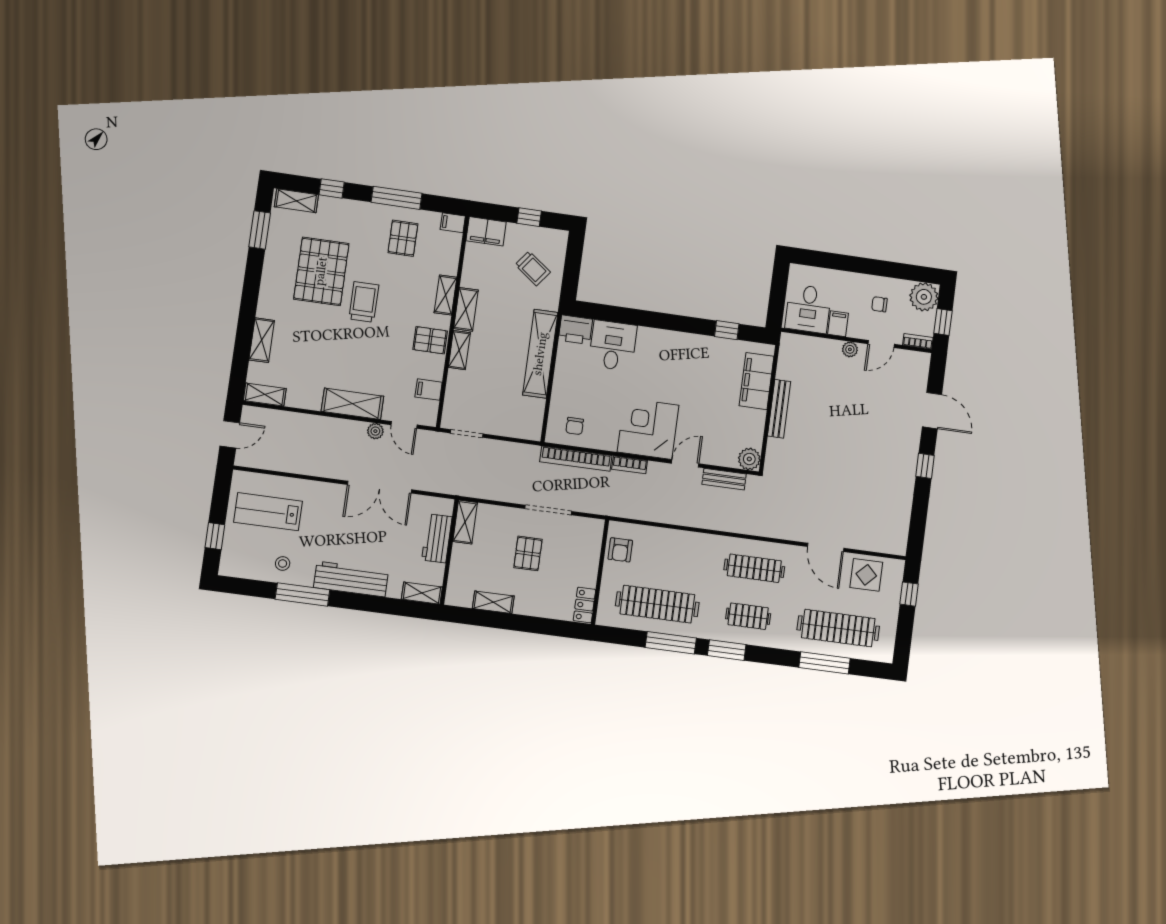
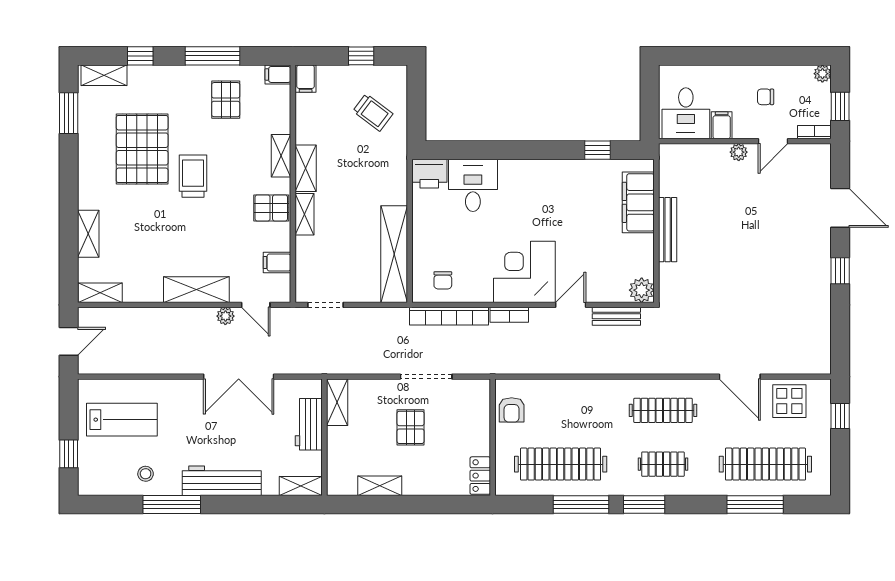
filing cabinet: (486, 231) -> (306, 79), width x0.50
plant: (924, 297) -> (822, 74), width x0.53, depth x0.53
shelving: (540, 354) -> (394, 254), moved
lab bench: (268, 512) -> (122, 420), turned 180

